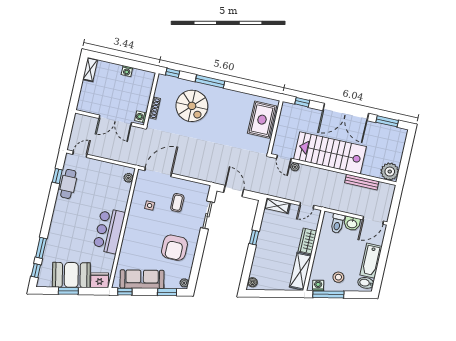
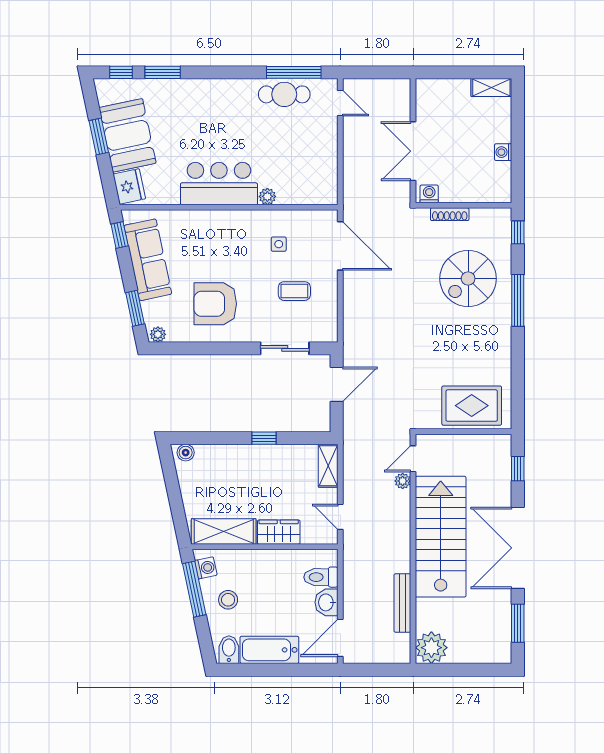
window: (57, 176) -> (294, 72), width x2.17
plant: (128, 178) -> (267, 196), moved
door: (373, 220) -> (340, 638), hinge flipped

